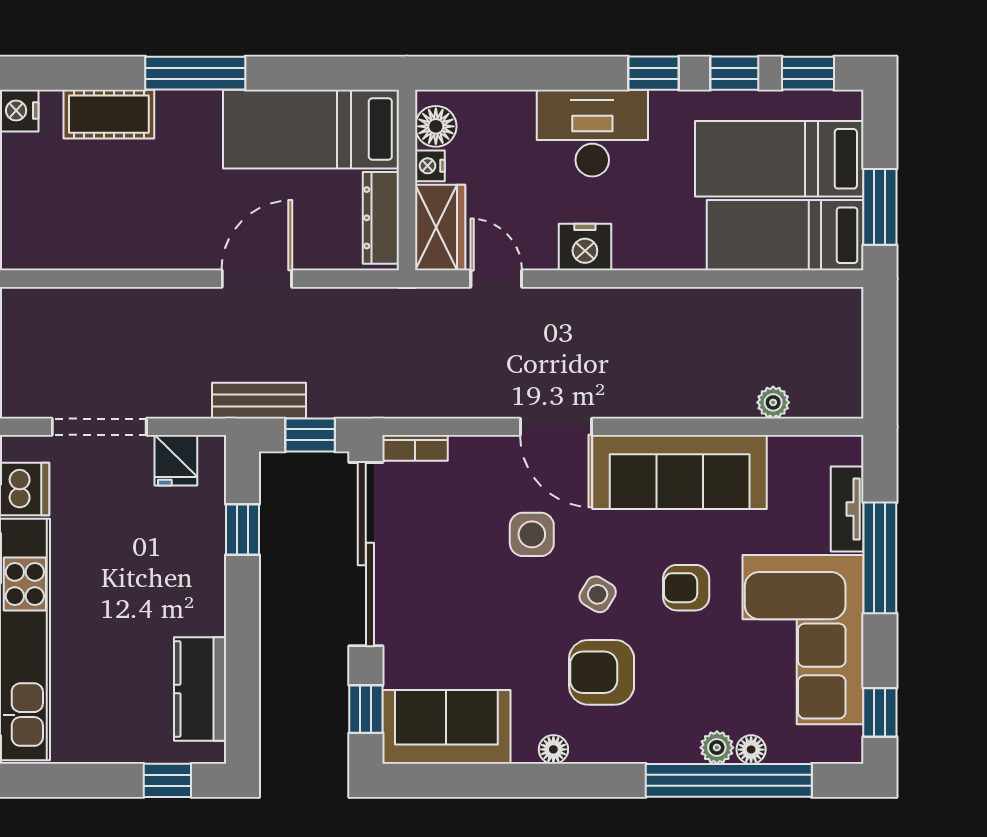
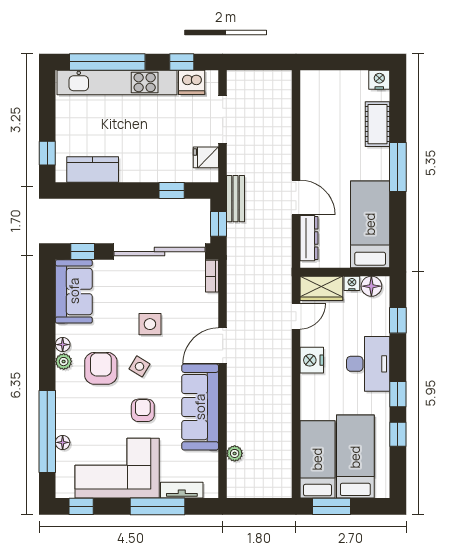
window: (808, 73) -> (398, 320), moved
dresser: (381, 218) -> (309, 238), moved, turned 90
side table: (532, 534) -> (150, 324), moved
plant: (717, 748) -> (64, 362), moved

